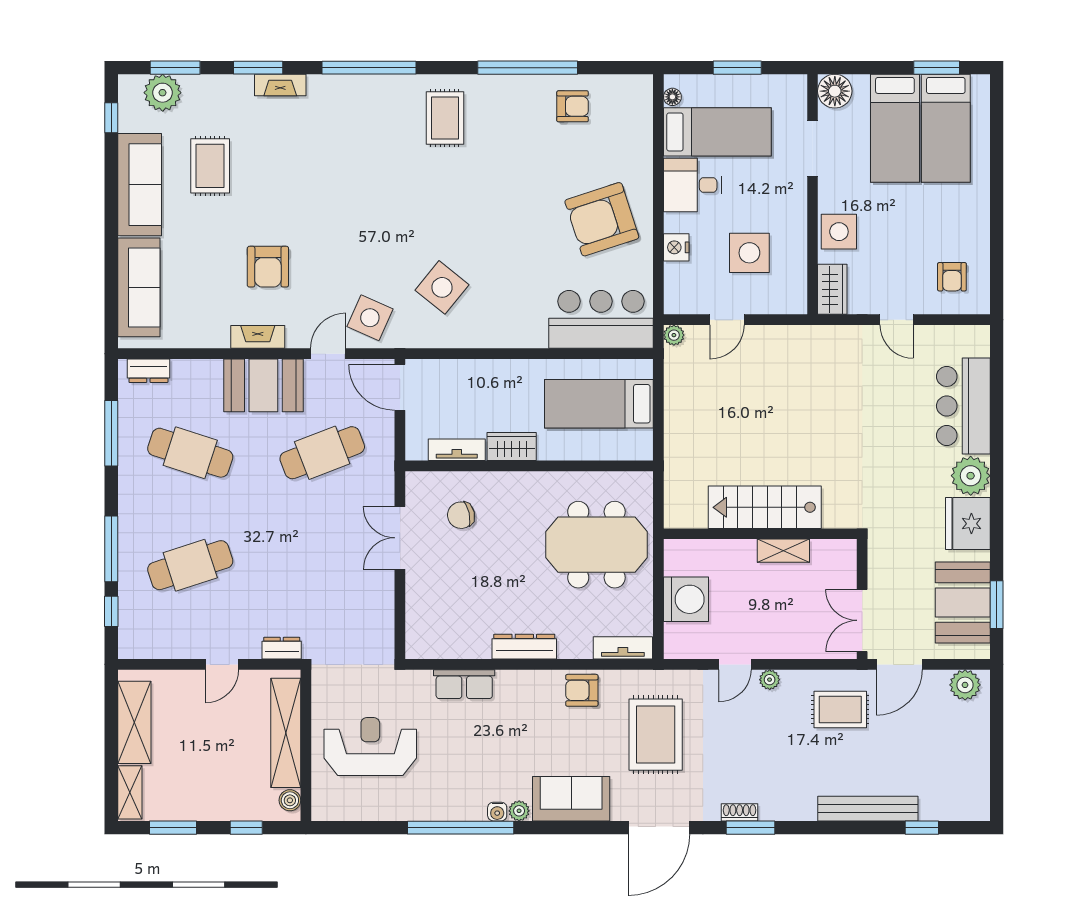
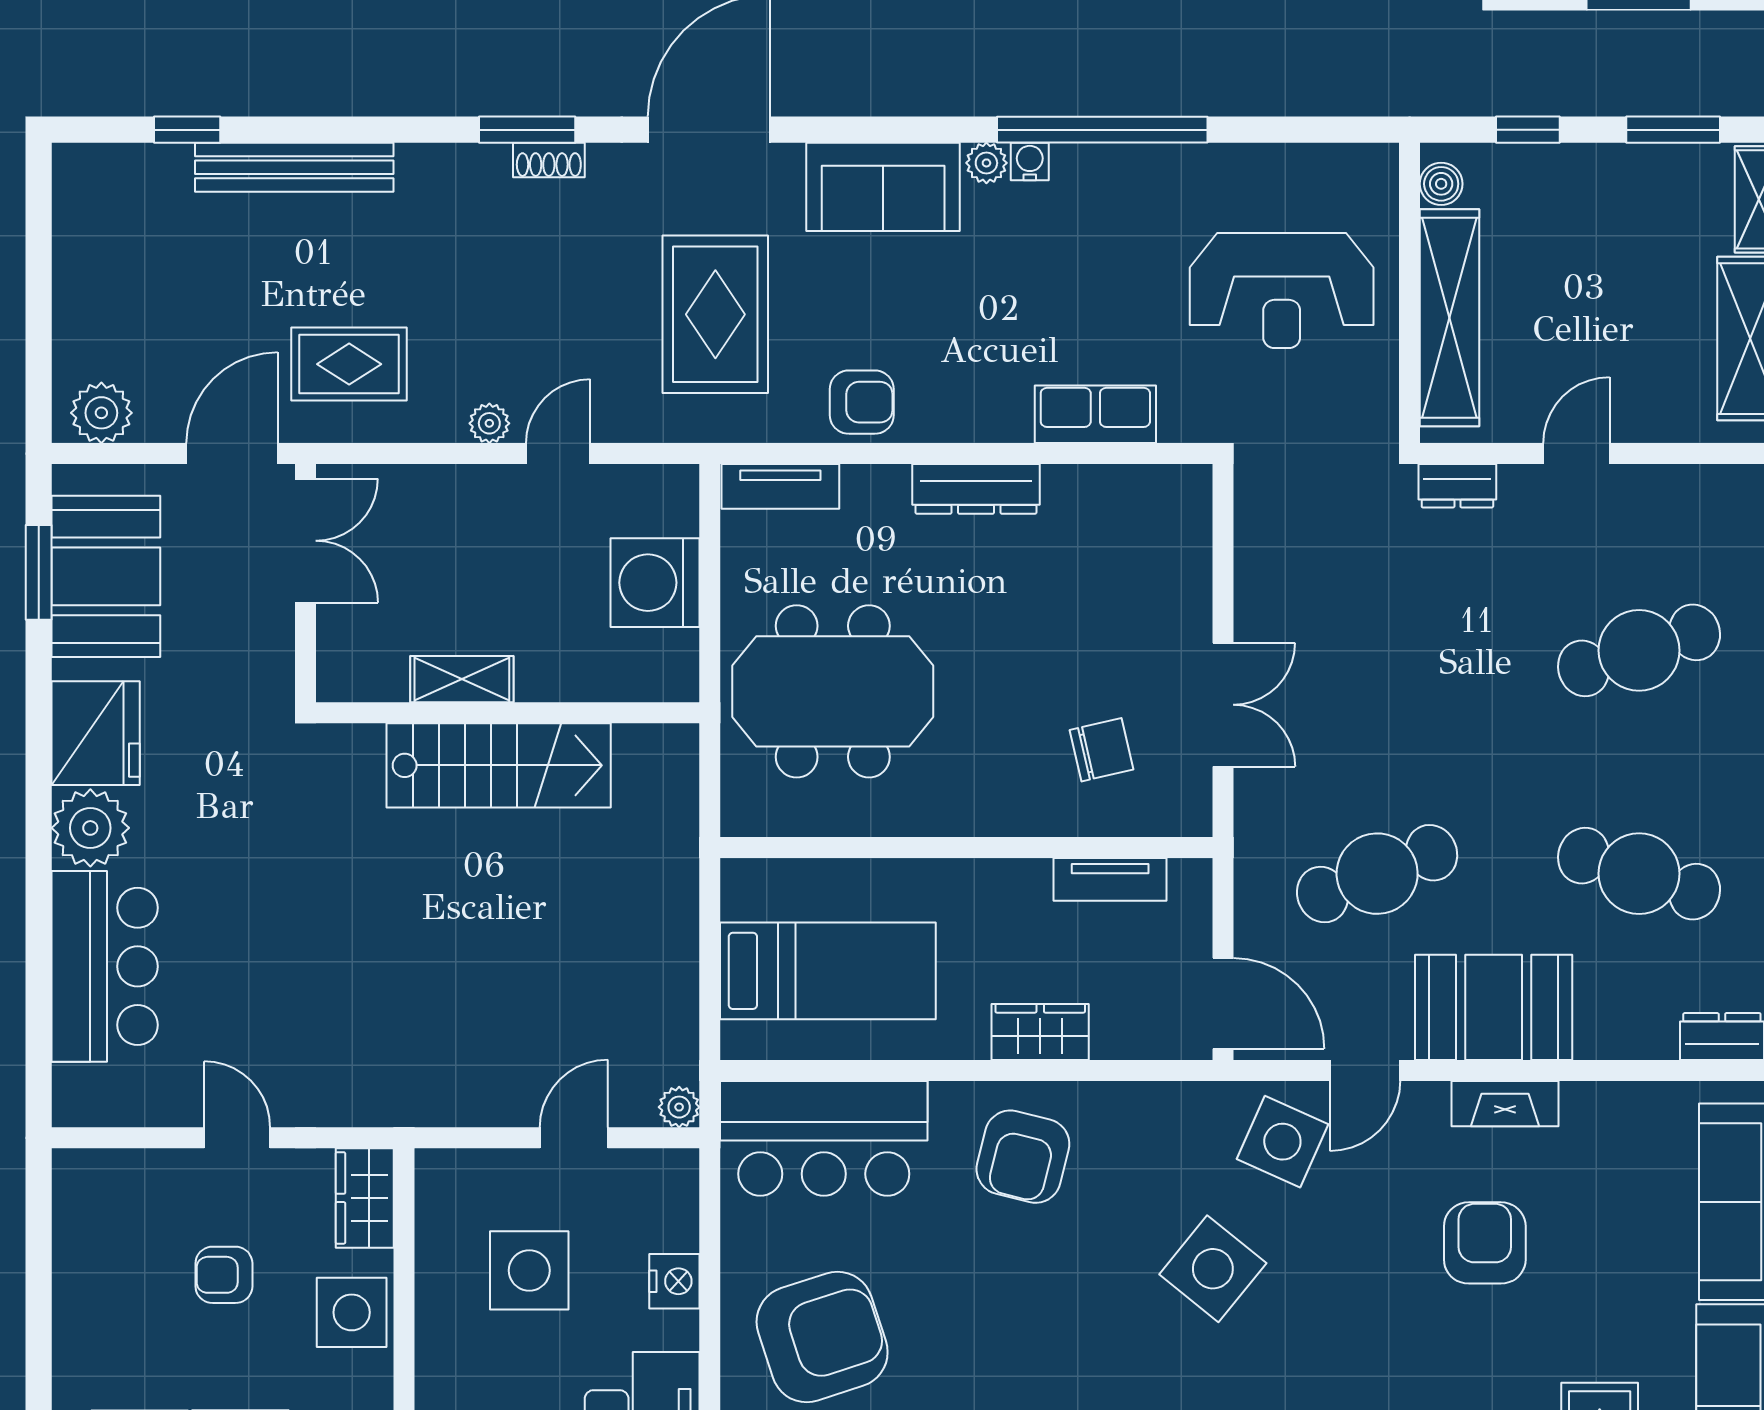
armchair: (952, 277) -> (224, 1275), moved, turned -90
side table: (442, 287) -> (1213, 1269), moved
armchair: (501, 310) -> (1023, 1157), added
wardrobe: (512, 446) -> (1040, 1032), moved, turned 180

